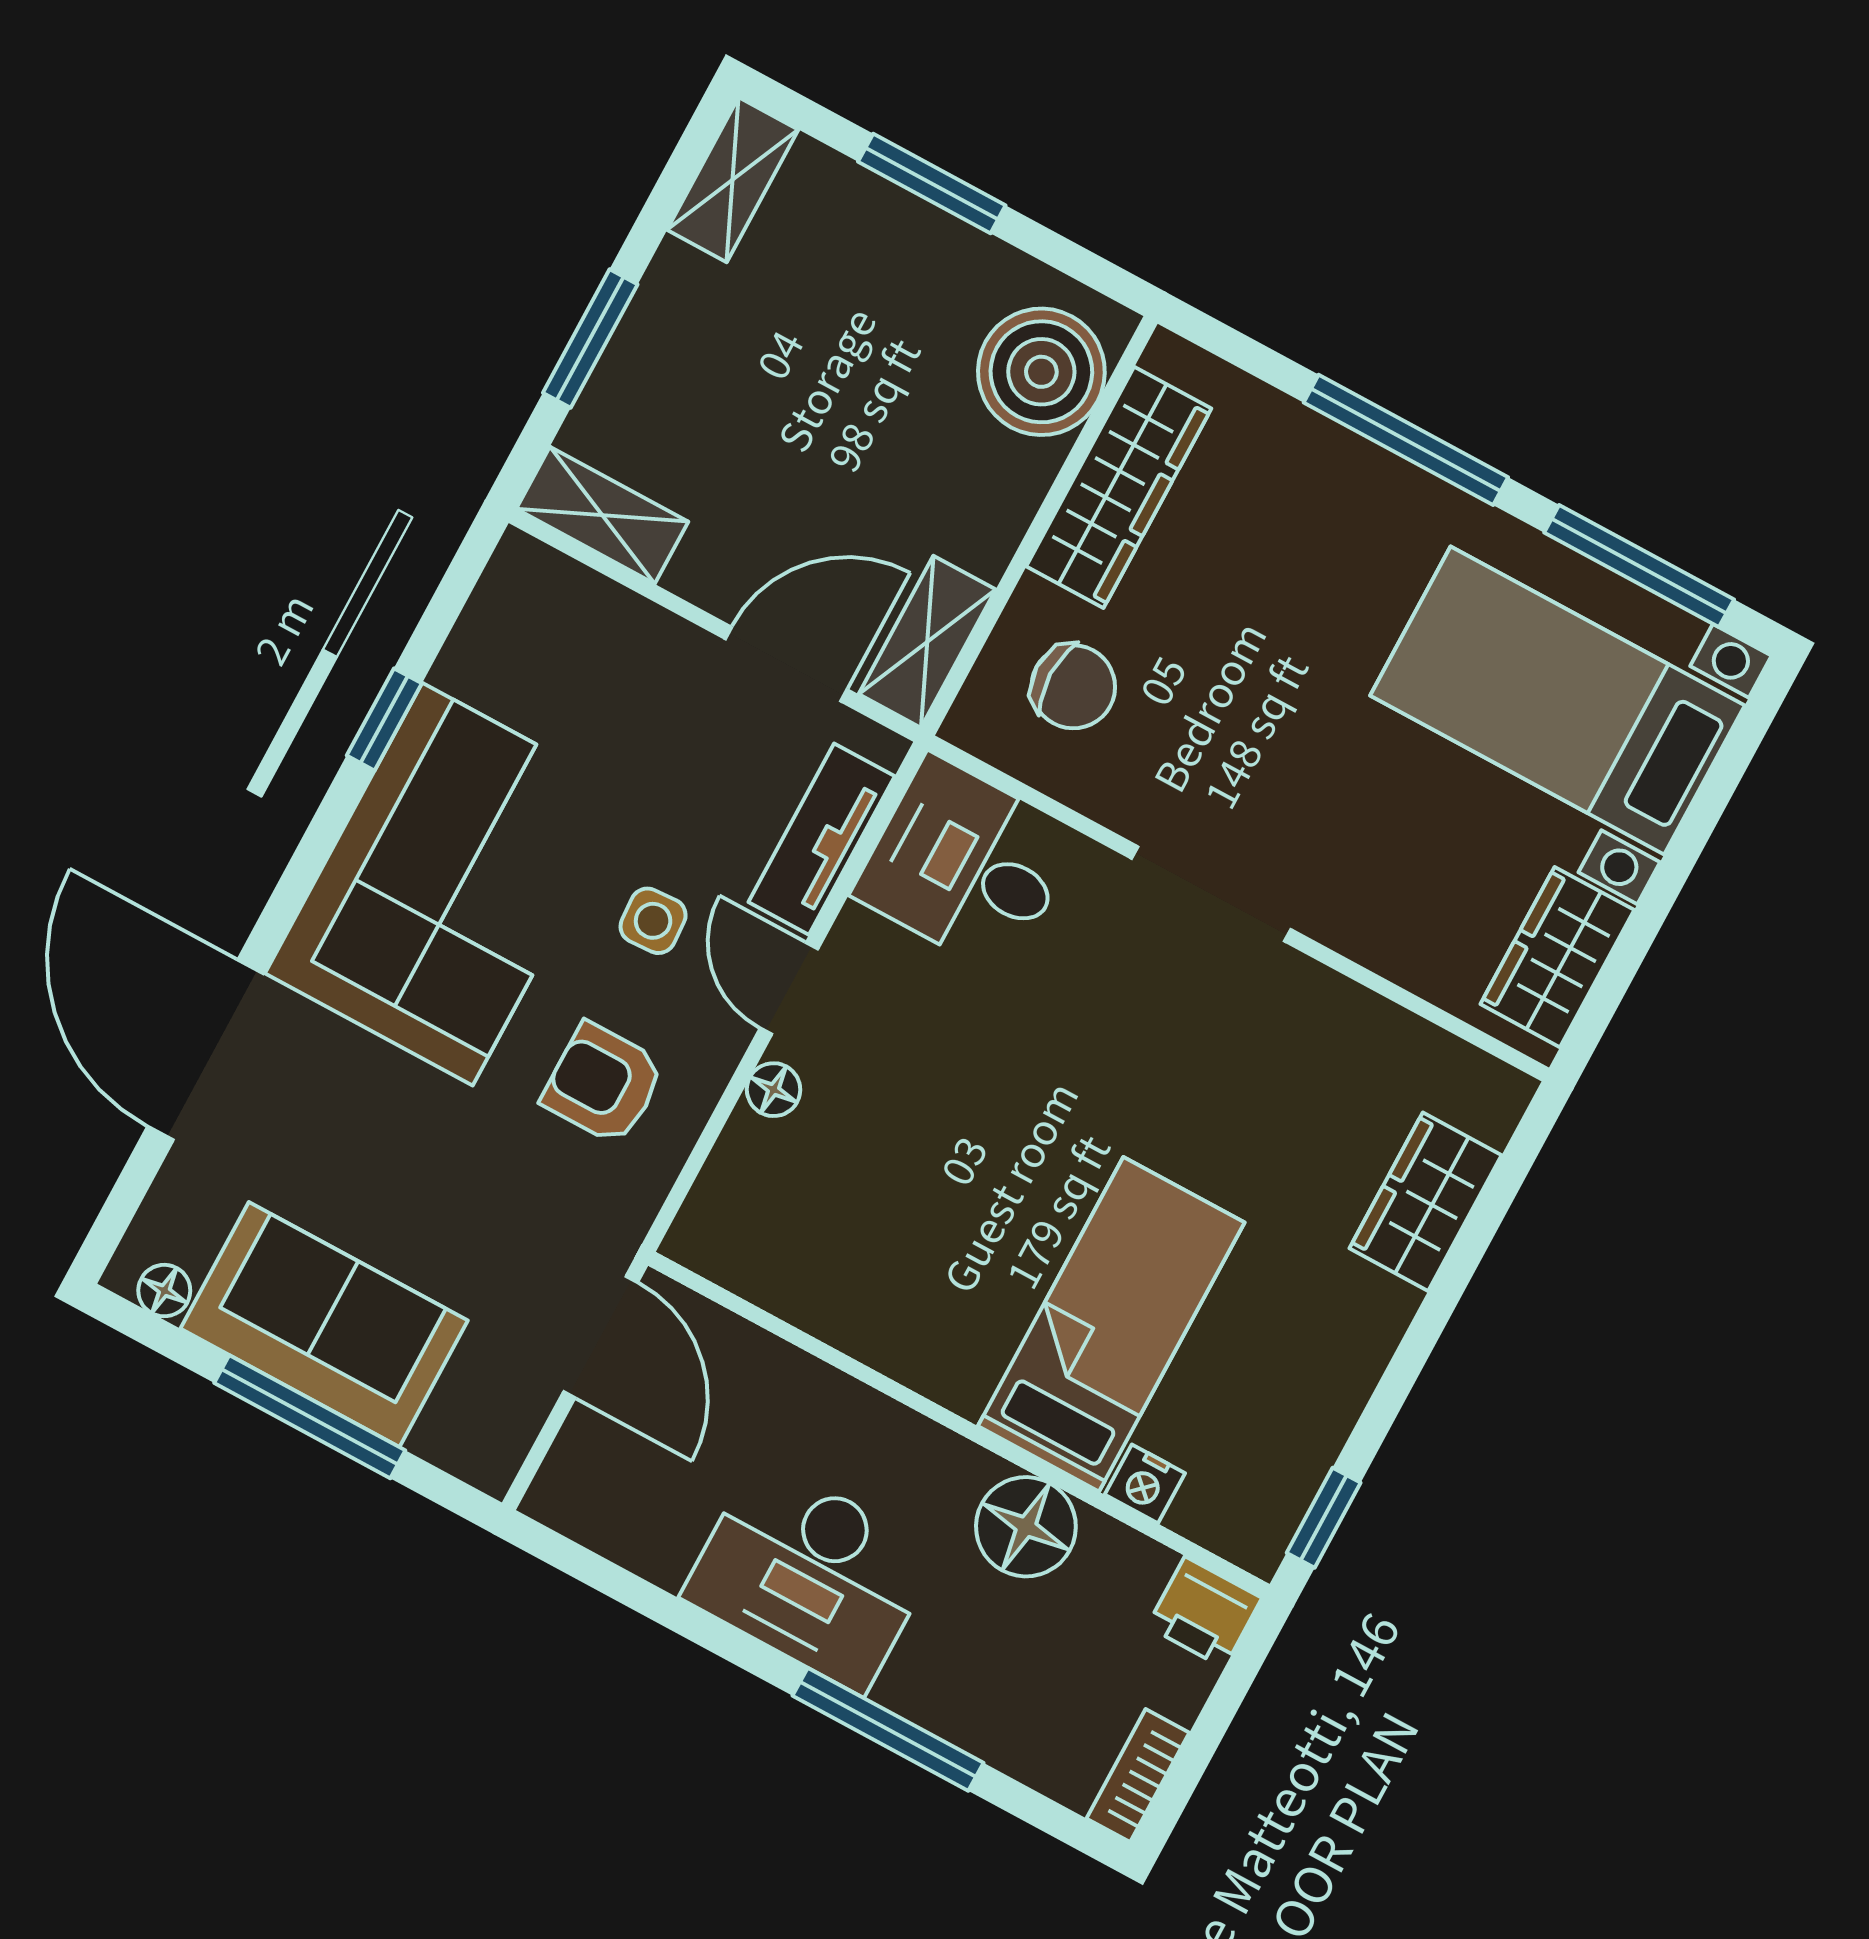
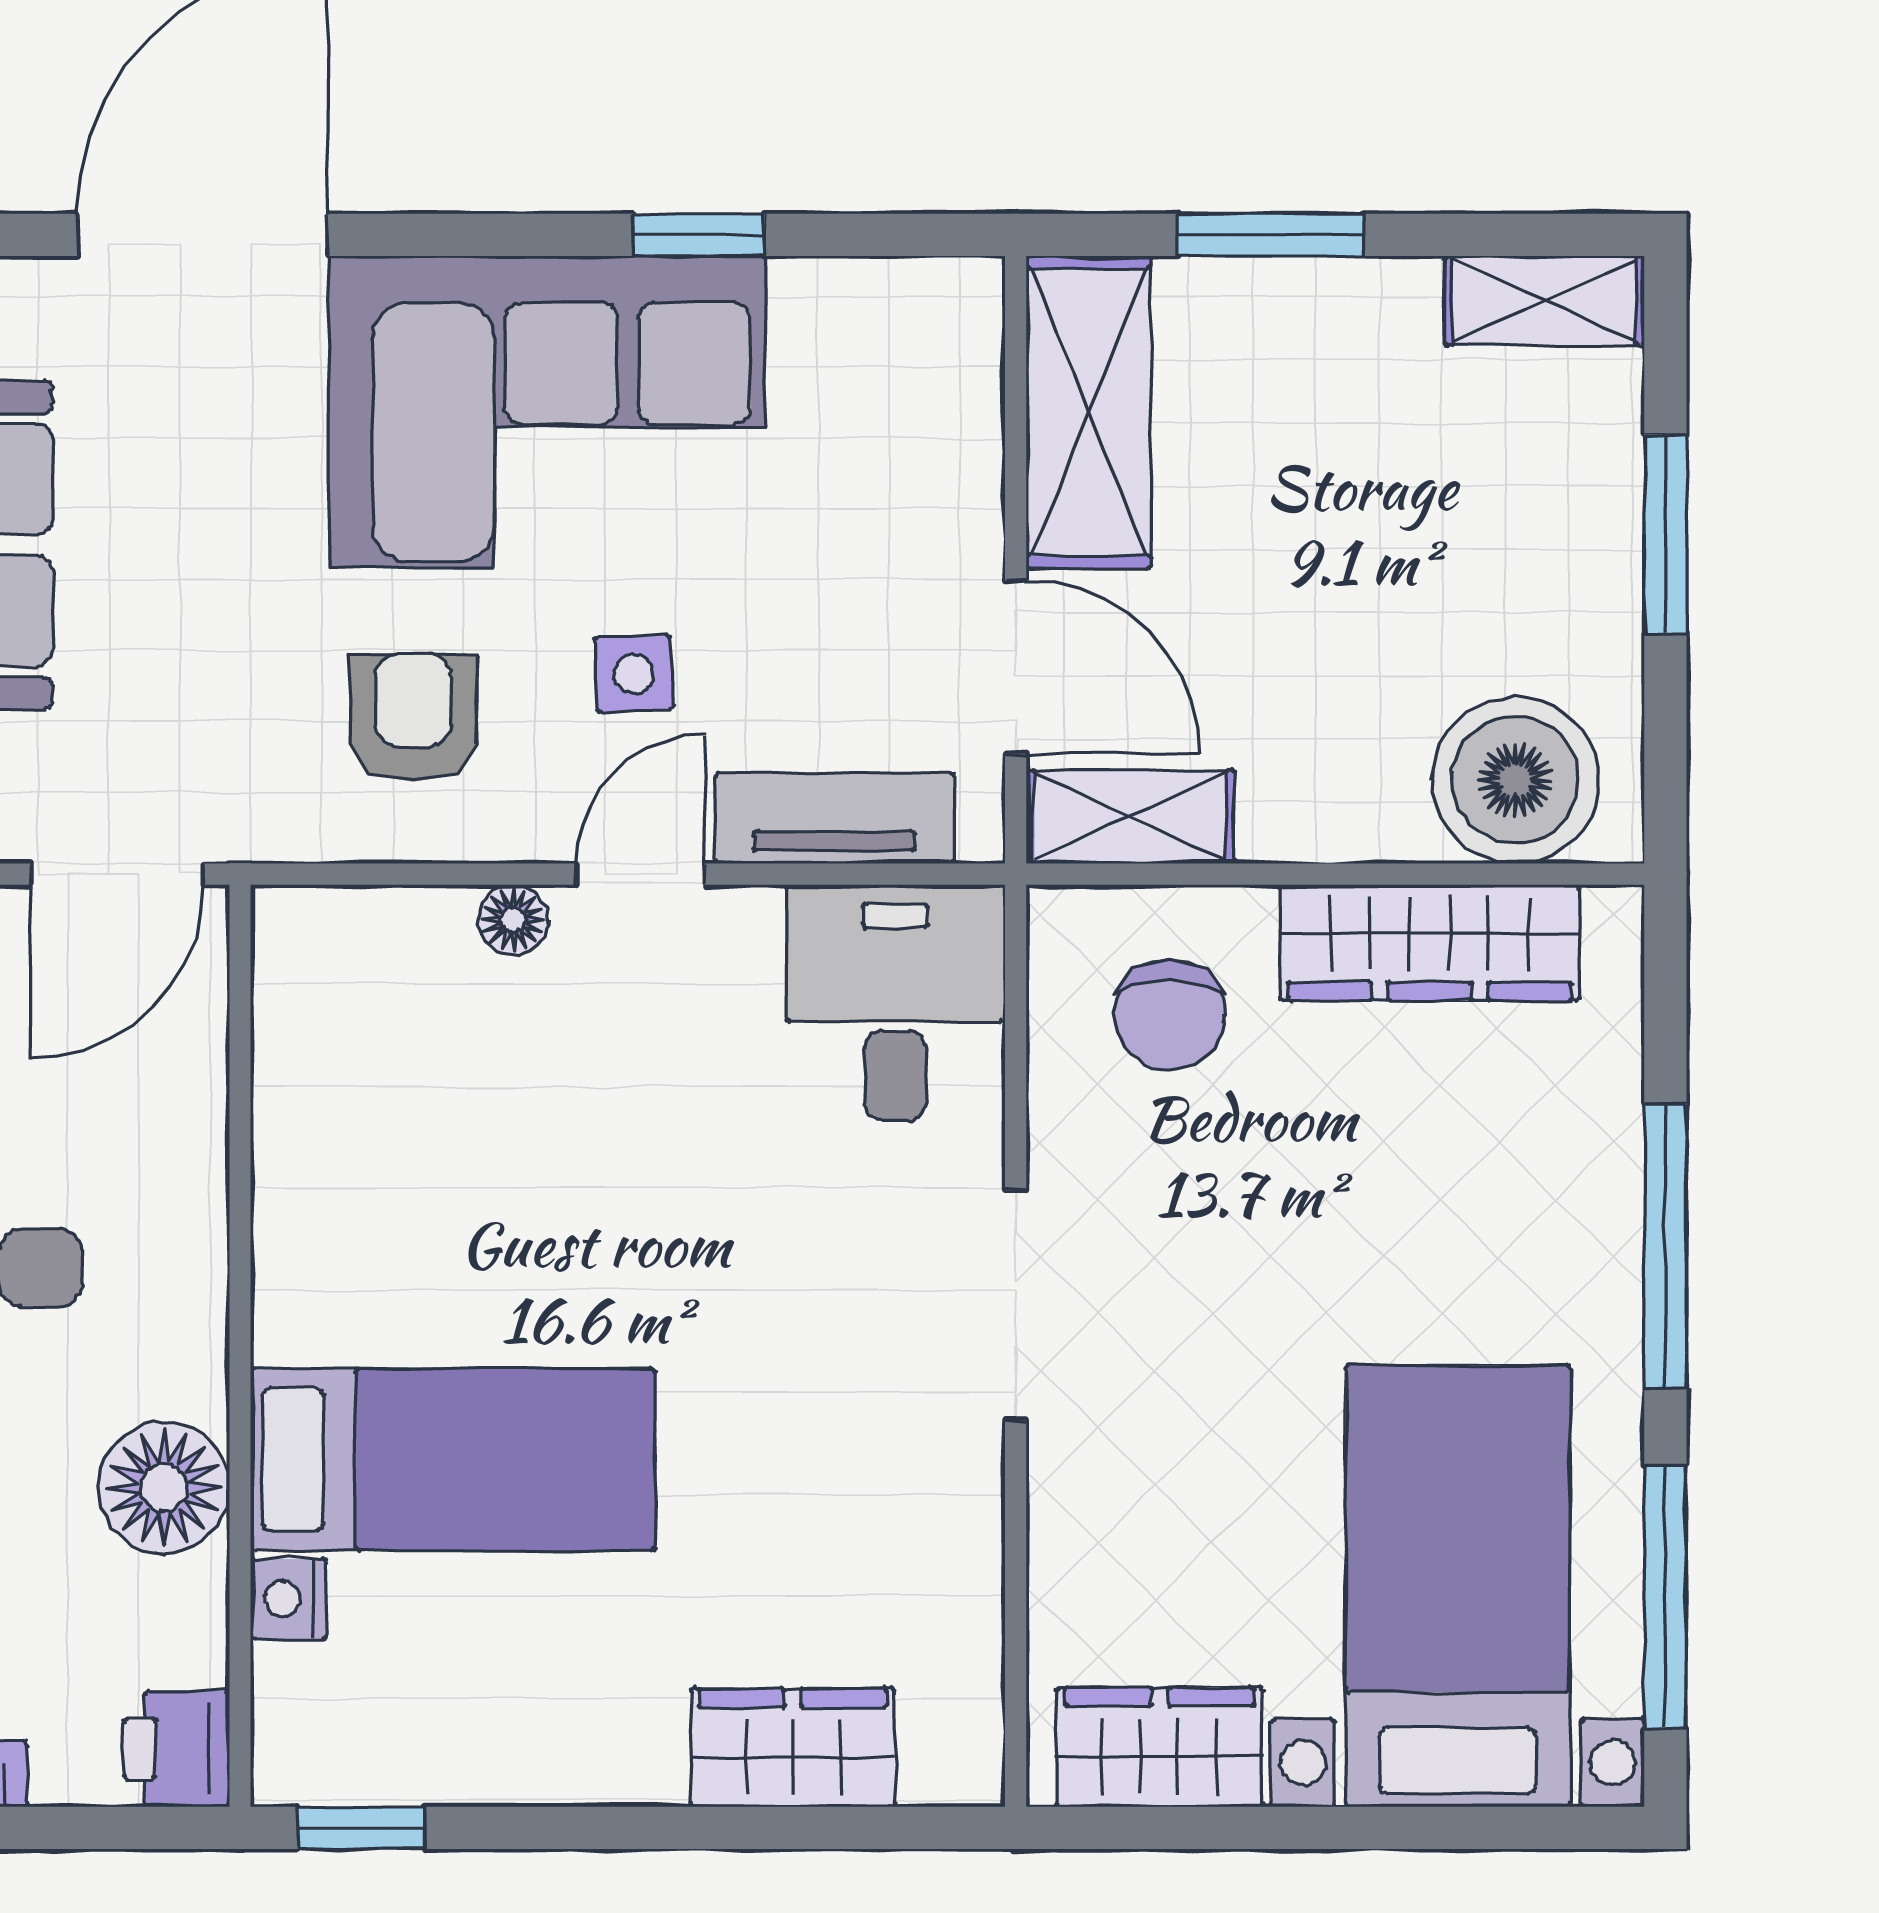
shelving: (602, 515) -> (1088, 412), width x1.50, depth x1.33

